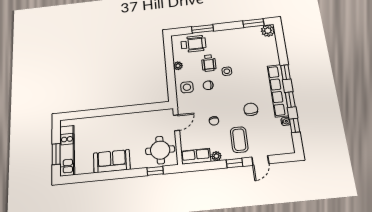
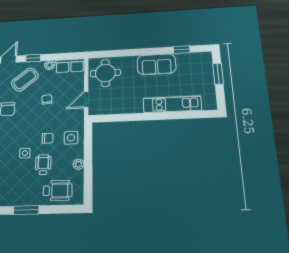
window: (202, 29) -> (26, 210), moved
wheelchair: (193, 44) -> (58, 191), turned 180
coffee table: (239, 140) -> (25, 80), turned 51
kitchen unit: (67, 151) -> (172, 104), moved, turned 90
window: (155, 171) -> (182, 50), moved

